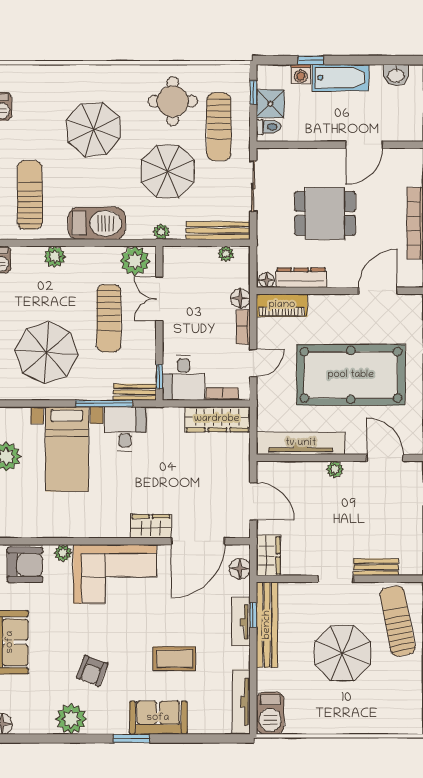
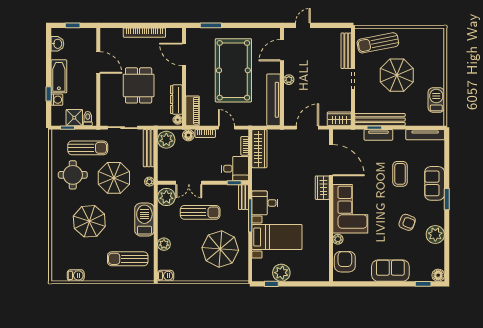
plant: (226, 254) -> (166, 140), width x1.88, depth x1.88
bench: (376, 567) -> (346, 51), width x1.36
floor lamp: (240, 569) -> (347, 136), removed
barbecue: (270, 713) -> (436, 100), moved, turned -90

